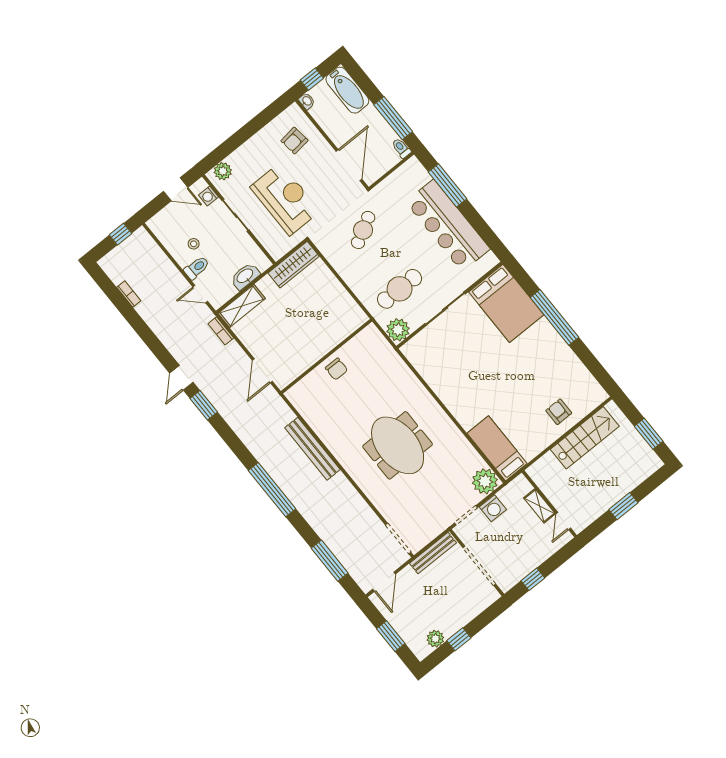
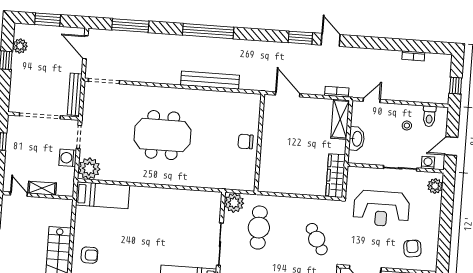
toilet: (197, 268) -> (429, 116), moved

